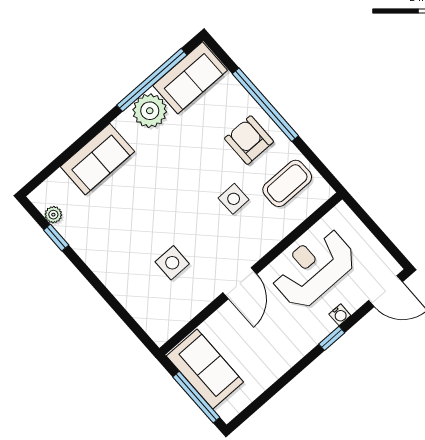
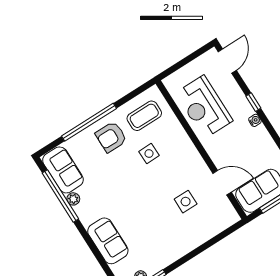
plant: (150, 111) -> (73, 199), width x0.53, depth x0.53
coffee table: (287, 183) -> (144, 116), turned 90
door: (240, 283) -> (222, 183), moved
water cooler: (340, 315) -> (255, 120), moved

